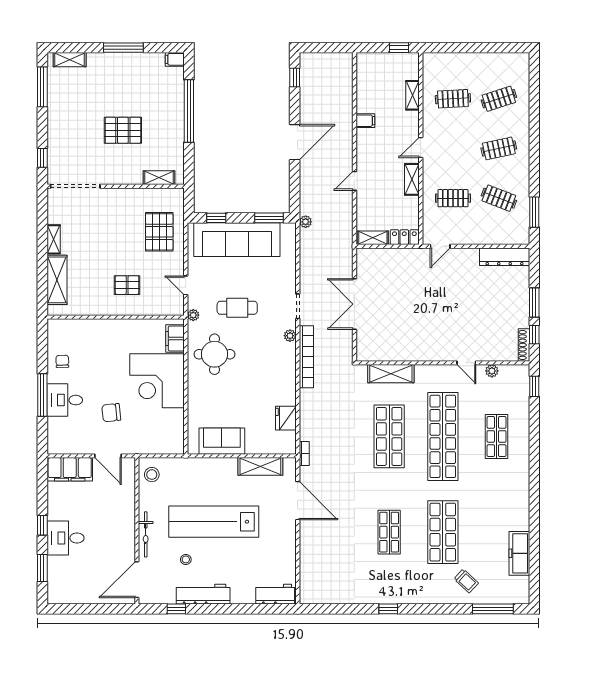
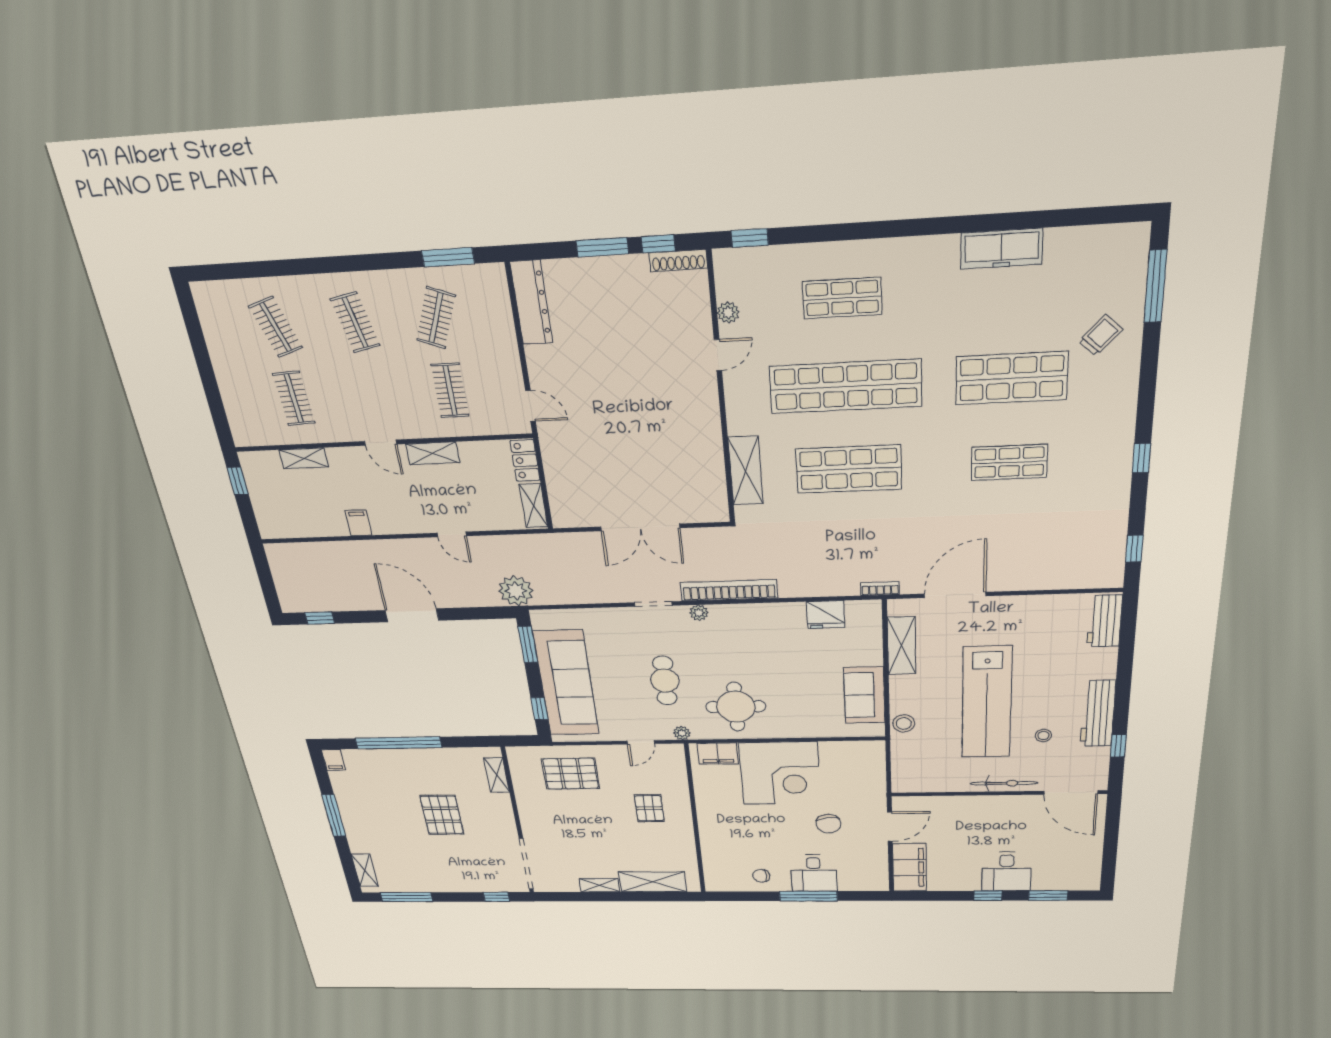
plant: (306, 222) -> (516, 591), width x1.88, depth x1.88
stool: (152, 475) -> (904, 723), moved
freezer: (519, 553) -> (1002, 249), moved
window: (327, 609) -> (1134, 549), added

